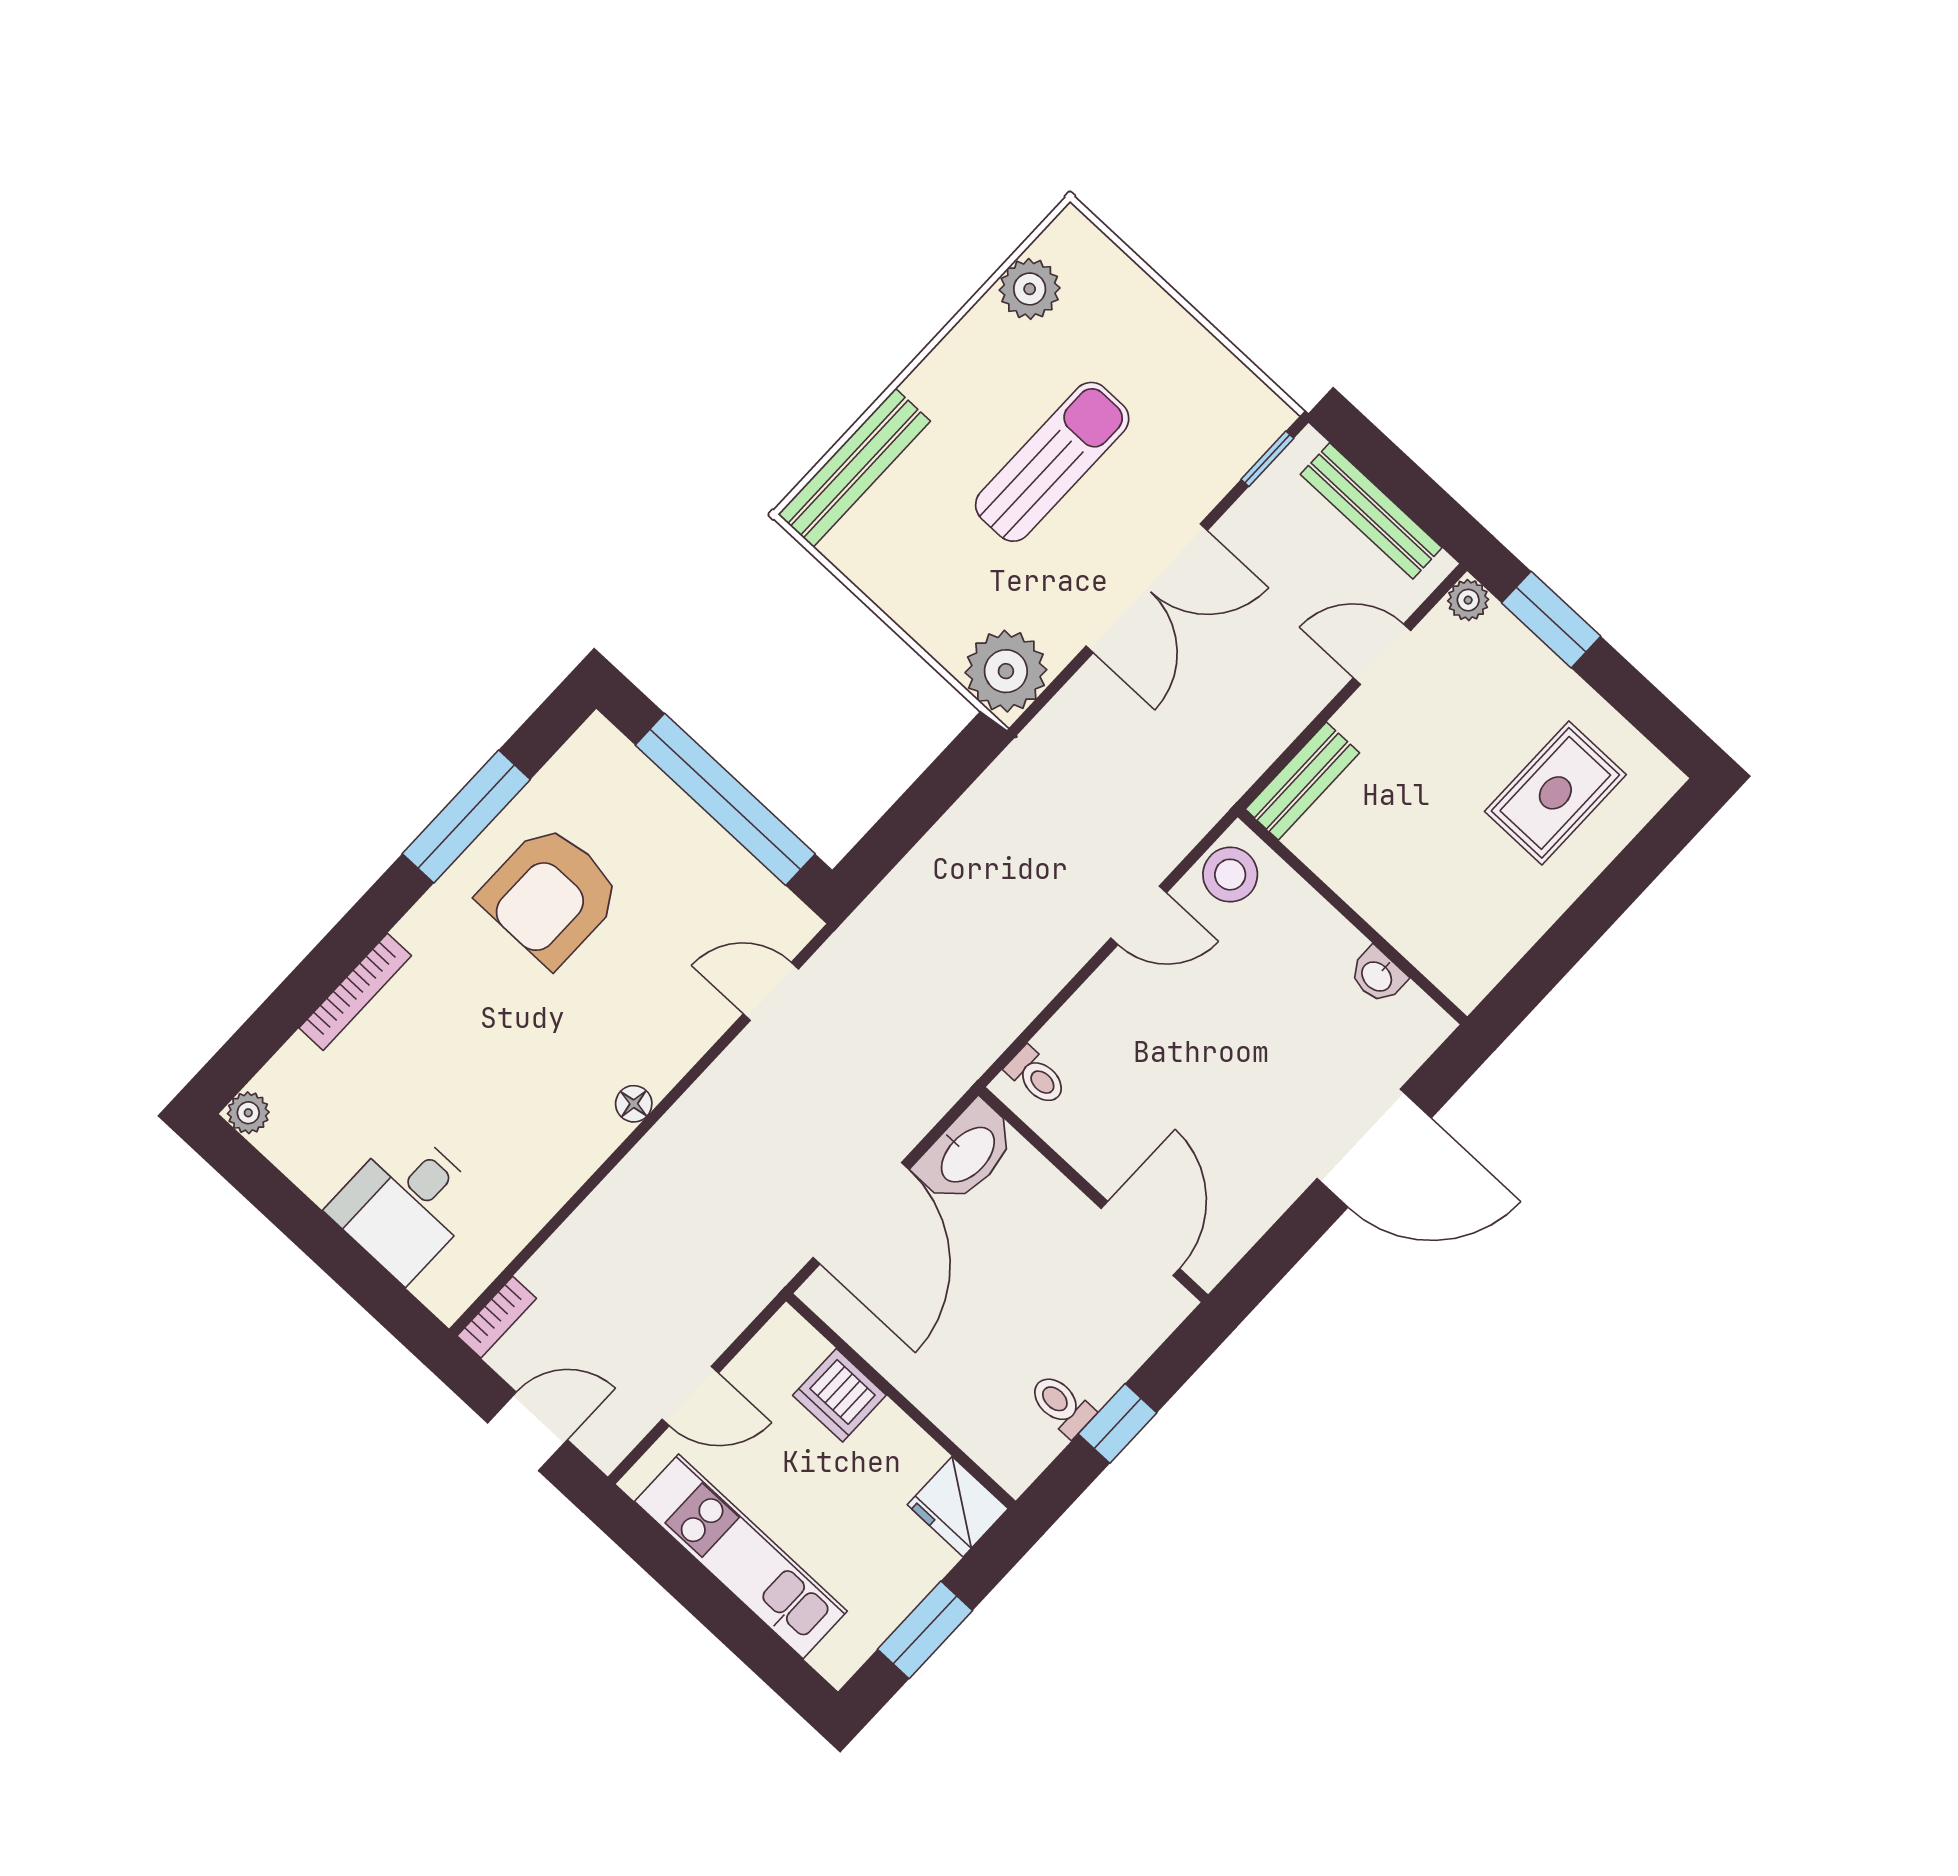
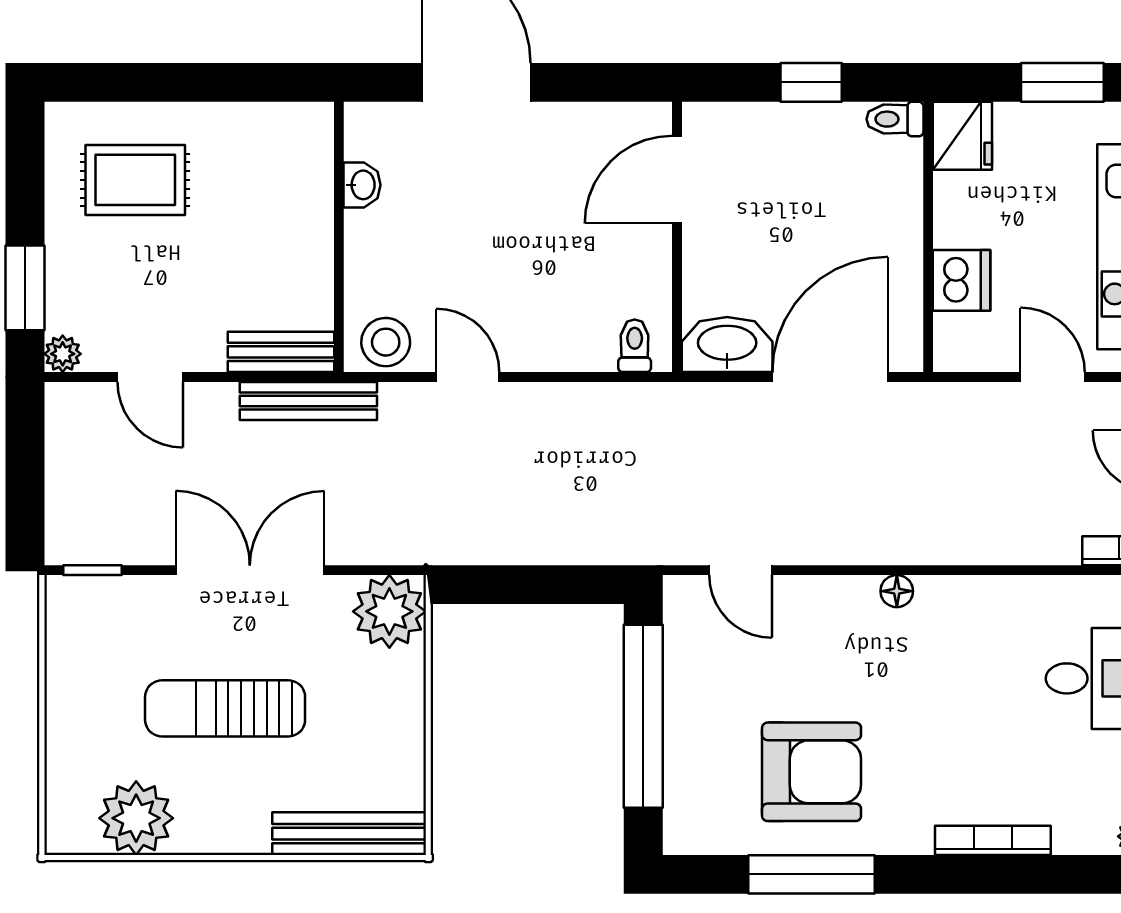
plant: (1030, 289) -> (136, 818), width x1.36, depth x1.36
bench: (1371, 511) -> (308, 401), moved, turned 90
toilet: (1061, 1405) -> (895, 119), moved, turned 90

